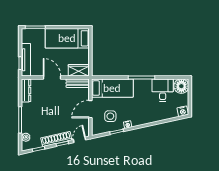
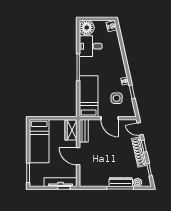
door: (52, 78) -> (78, 156), hinge flipped
dresser: (26, 90) -> (121, 182), moved

